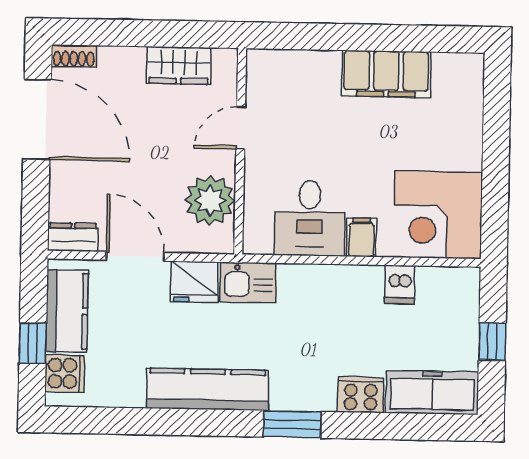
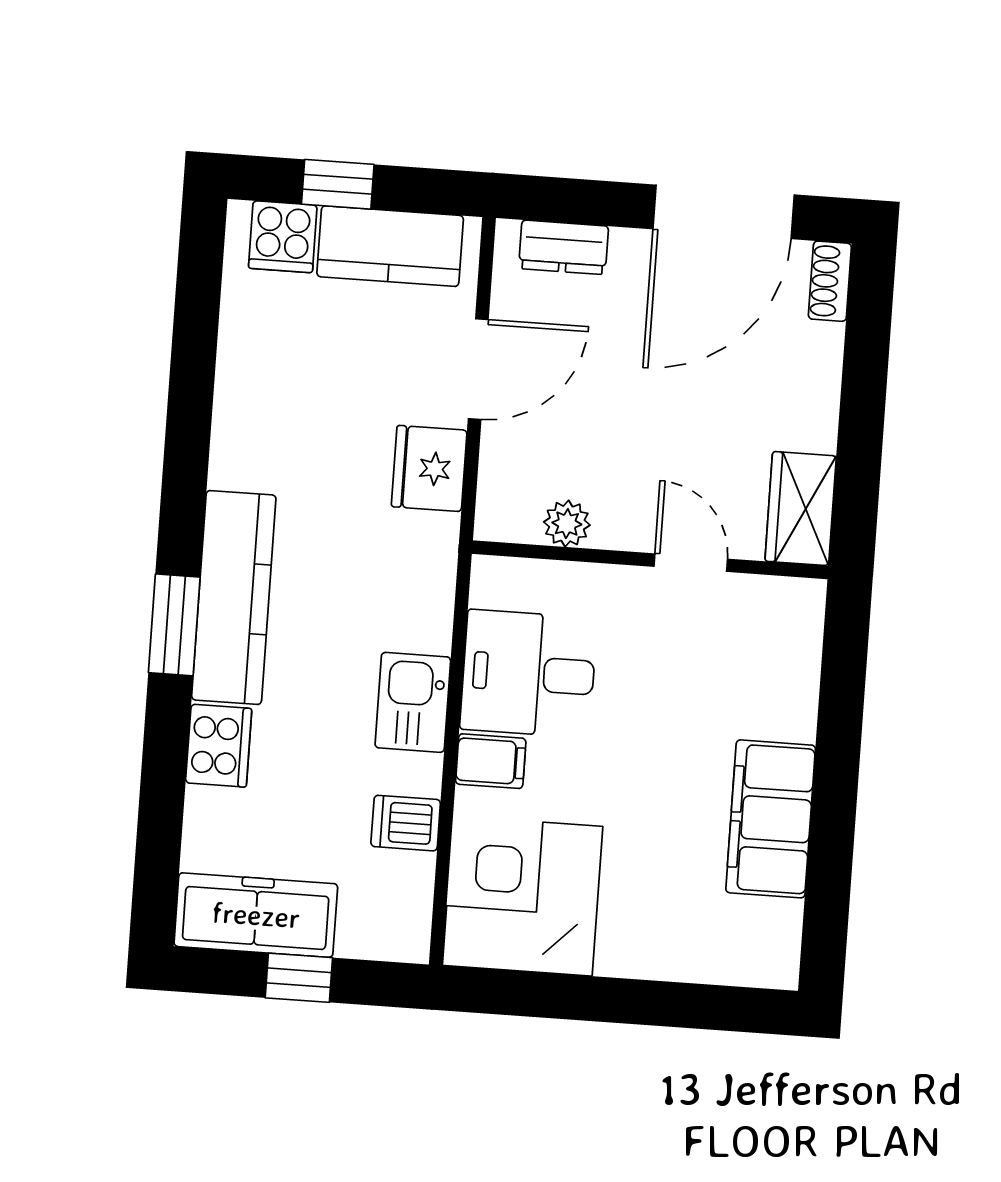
wardrobe: (179, 65) -> (801, 509), moved
plant: (210, 200) -> (567, 524), width x0.53, depth x0.53
dresser: (73, 237) -> (564, 247), moved, turned 90
kitchen sink: (248, 283) -> (413, 702), moved
kitchen counter: (208, 389) -> (234, 597), moved
freezer: (432, 393) -> (256, 915), moved, turned -90

